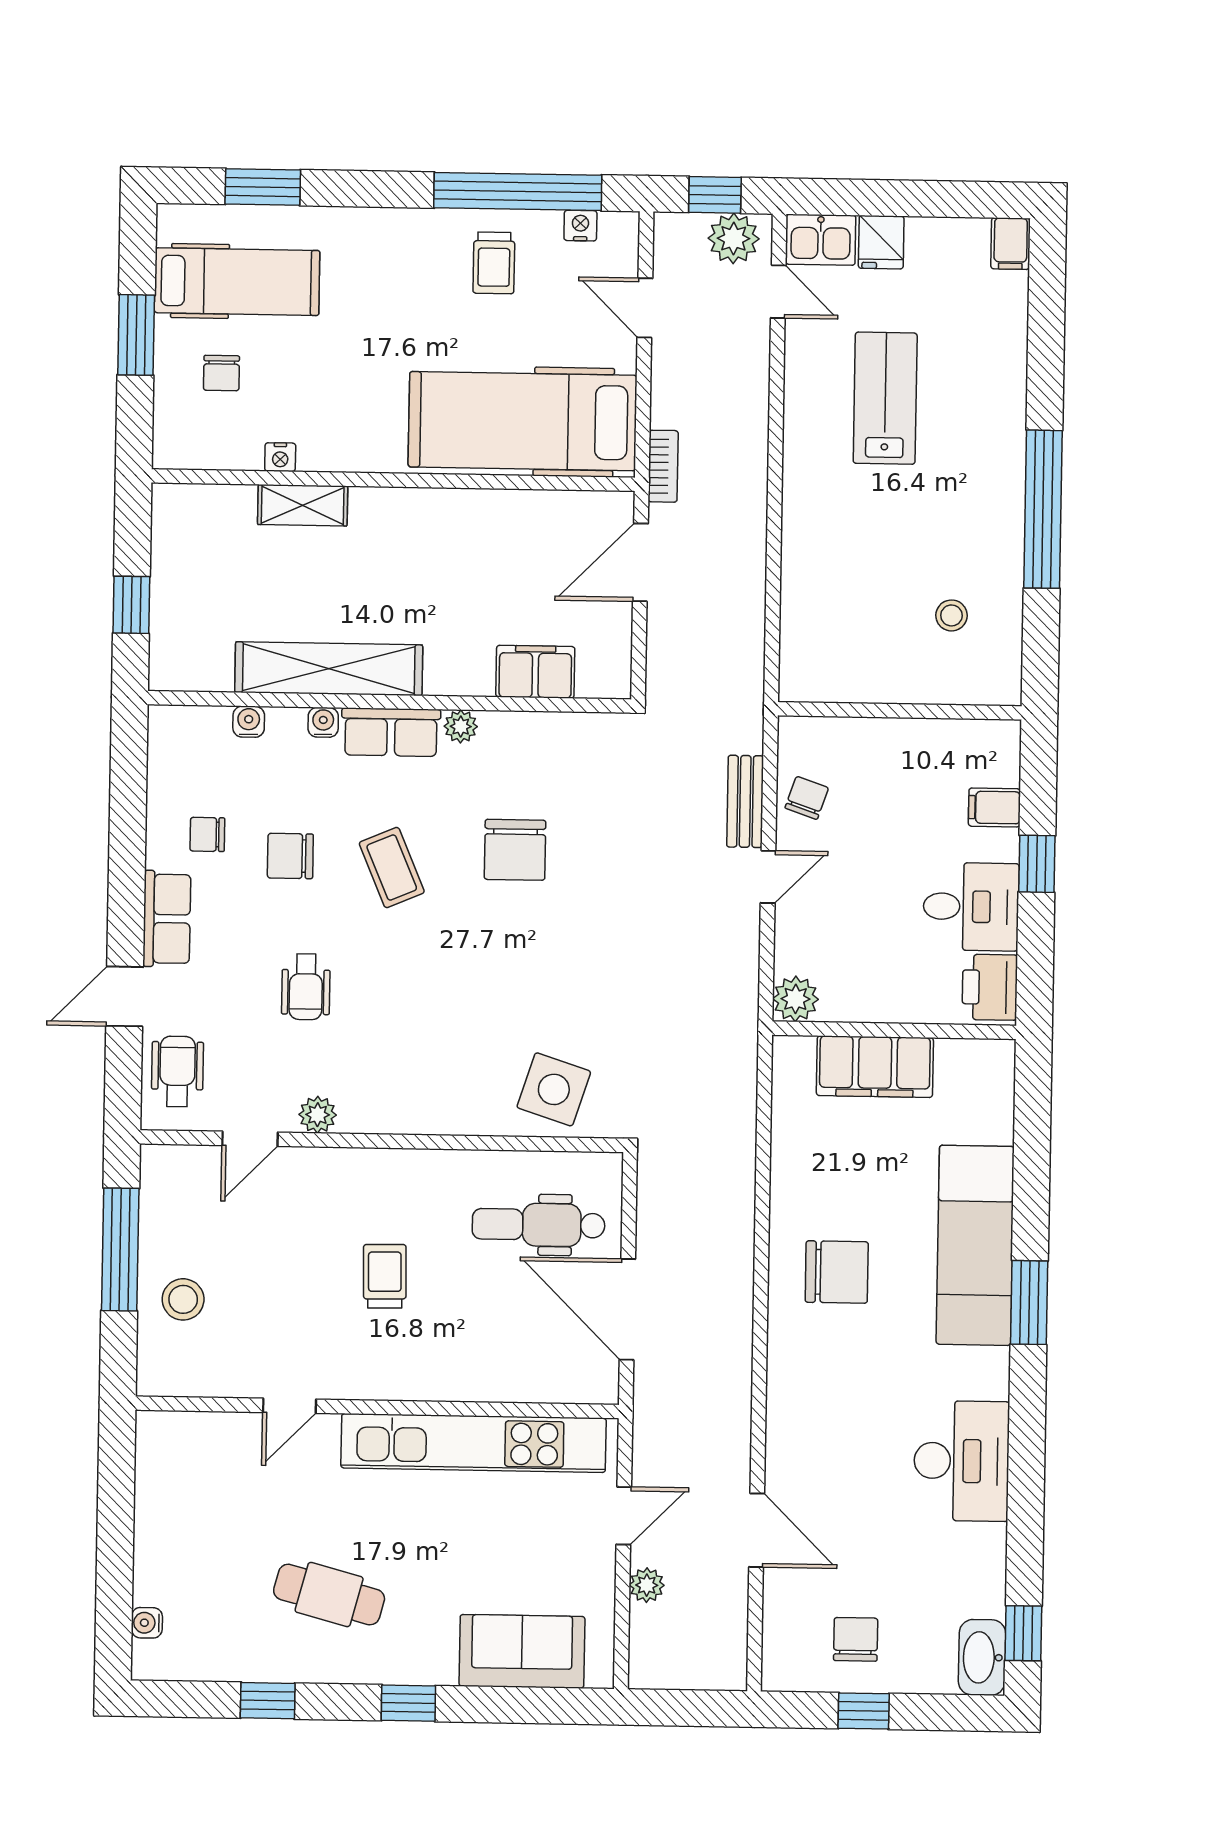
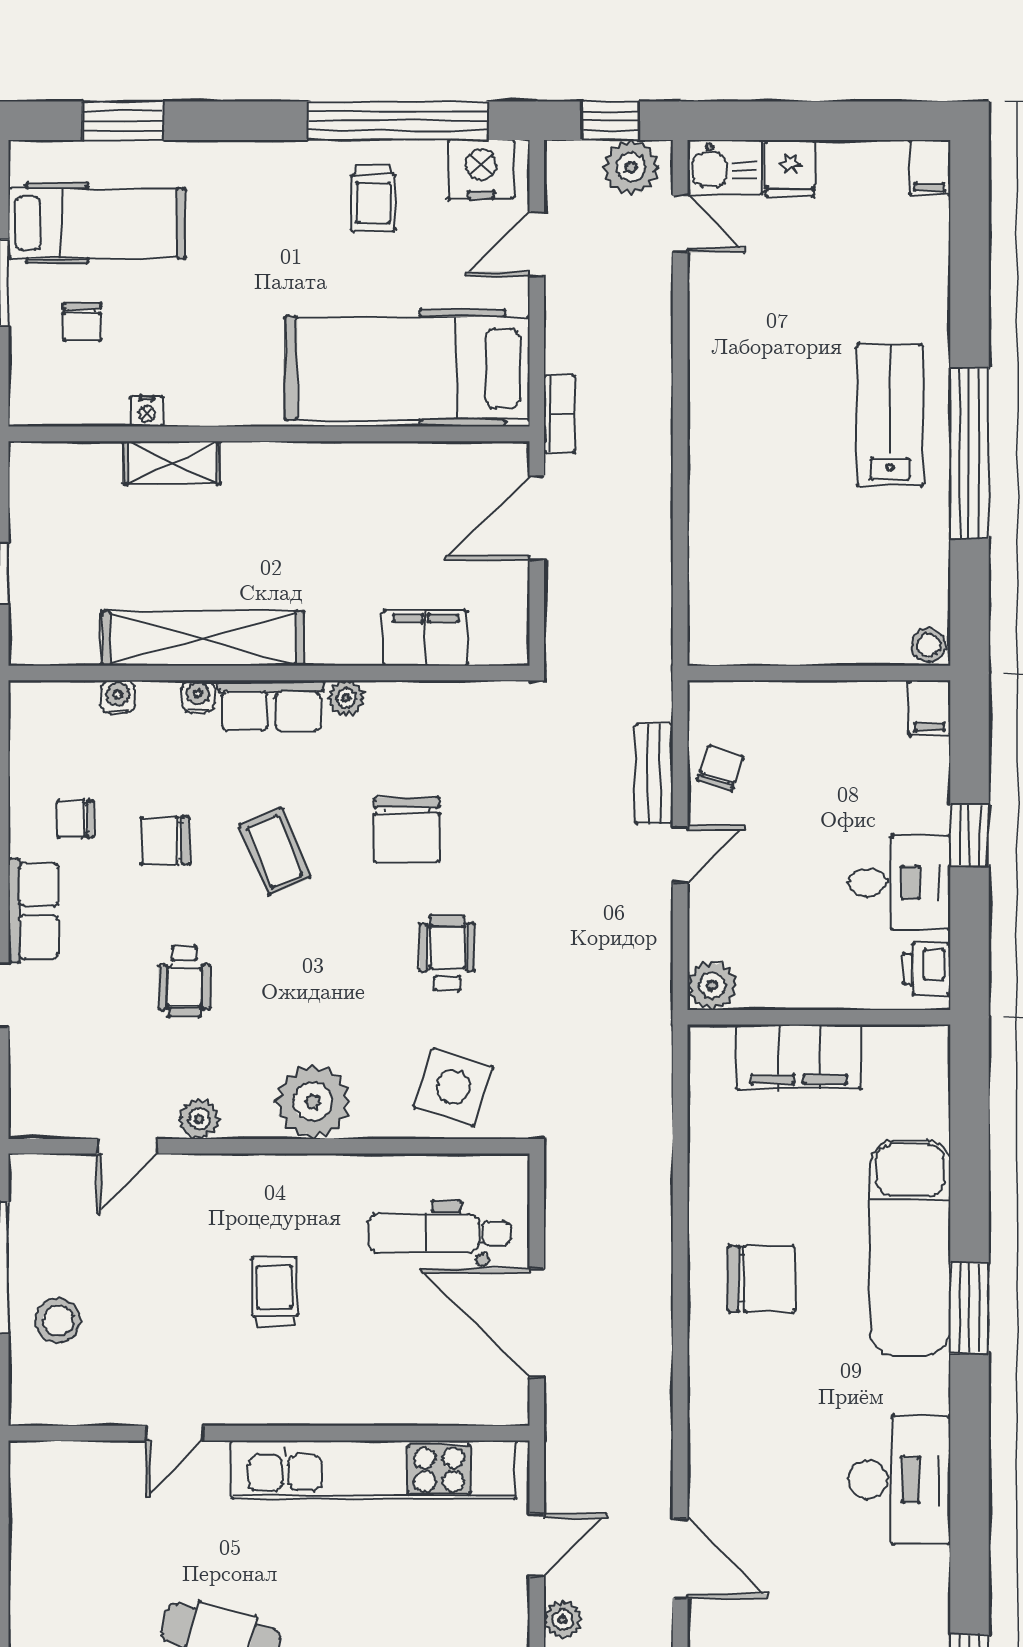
nightstand: (580, 226) -> (481, 169), width x1.89, depth x1.79
door: (645, 308) -> (537, 244), hinge flipped
lab bench: (885, 398) -> (890, 415), moved
stool: (952, 615) -> (928, 645), moved
filing cabinet: (994, 807) -> (930, 708), moved, turned -90
printer: (990, 987) -> (927, 969), width x0.73, depth x0.81
wheelchair: (177, 1071) -> (447, 953), moved
plant: (423, 1100) -> (313, 1102), added

